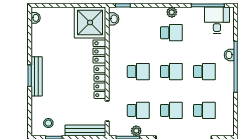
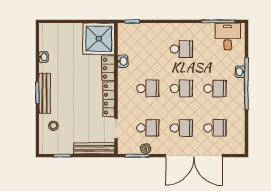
plant: (172, 12) -> (182, 28), removed
washbasin: (36, 18) -> (43, 57), moved
washbasin: (114, 19) -> (123, 61), moved
stool: (48, 123) -> (53, 126), moved

